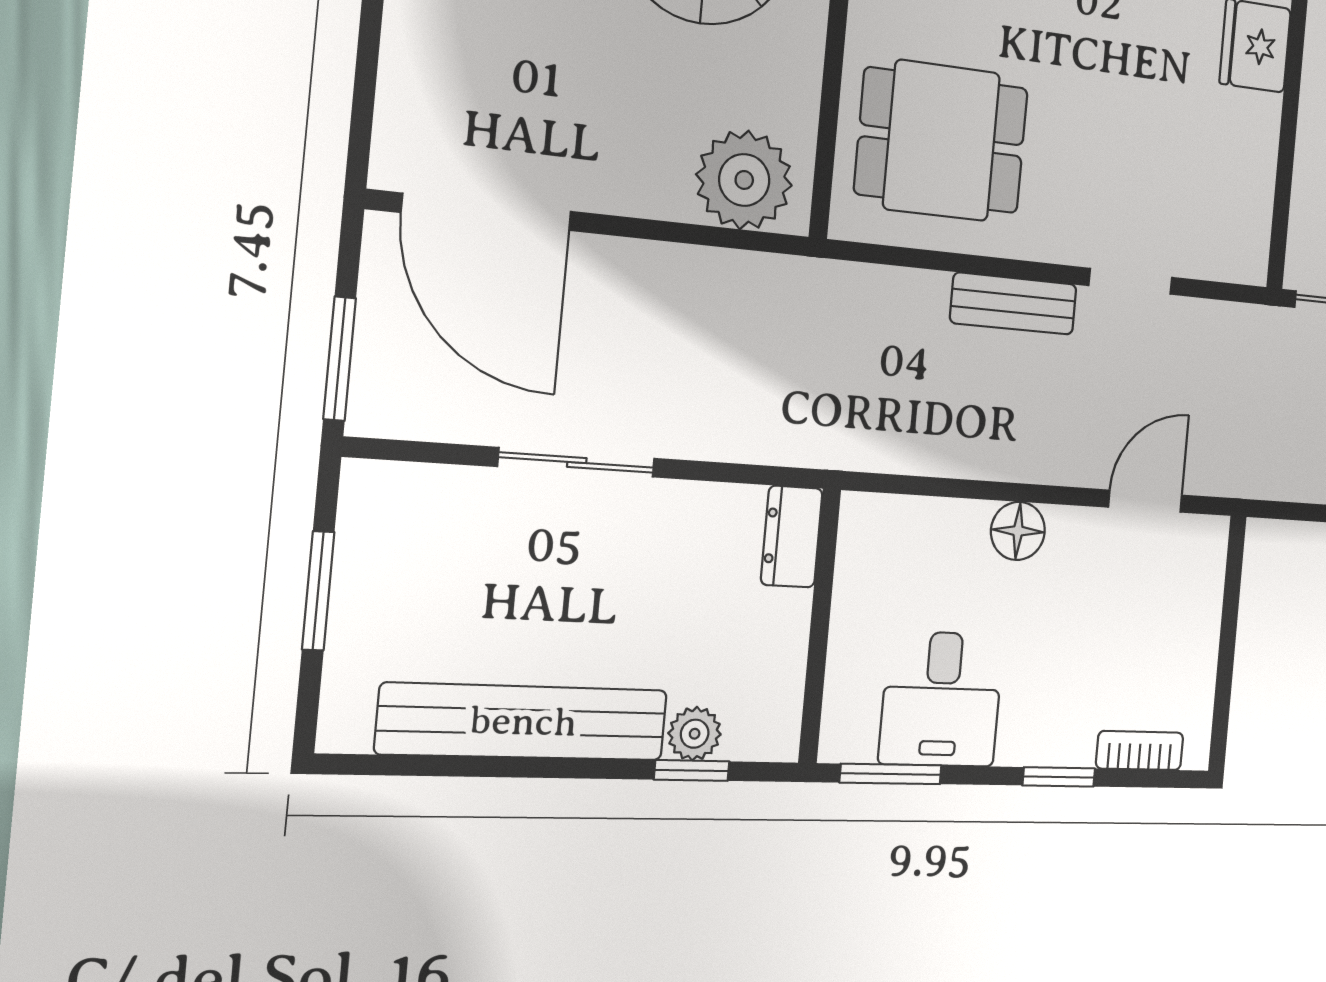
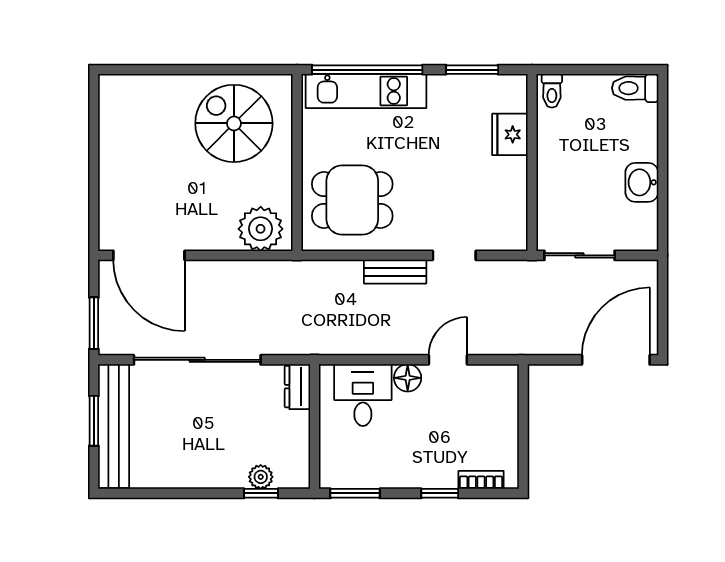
sliding door: (577, 462) -> (197, 360), width x1.86
door: (1145, 501) -> (448, 360), moved
desk: (941, 699) -> (363, 395), moved, turned 180
bench: (523, 722) -> (114, 426), moved, turned 90

